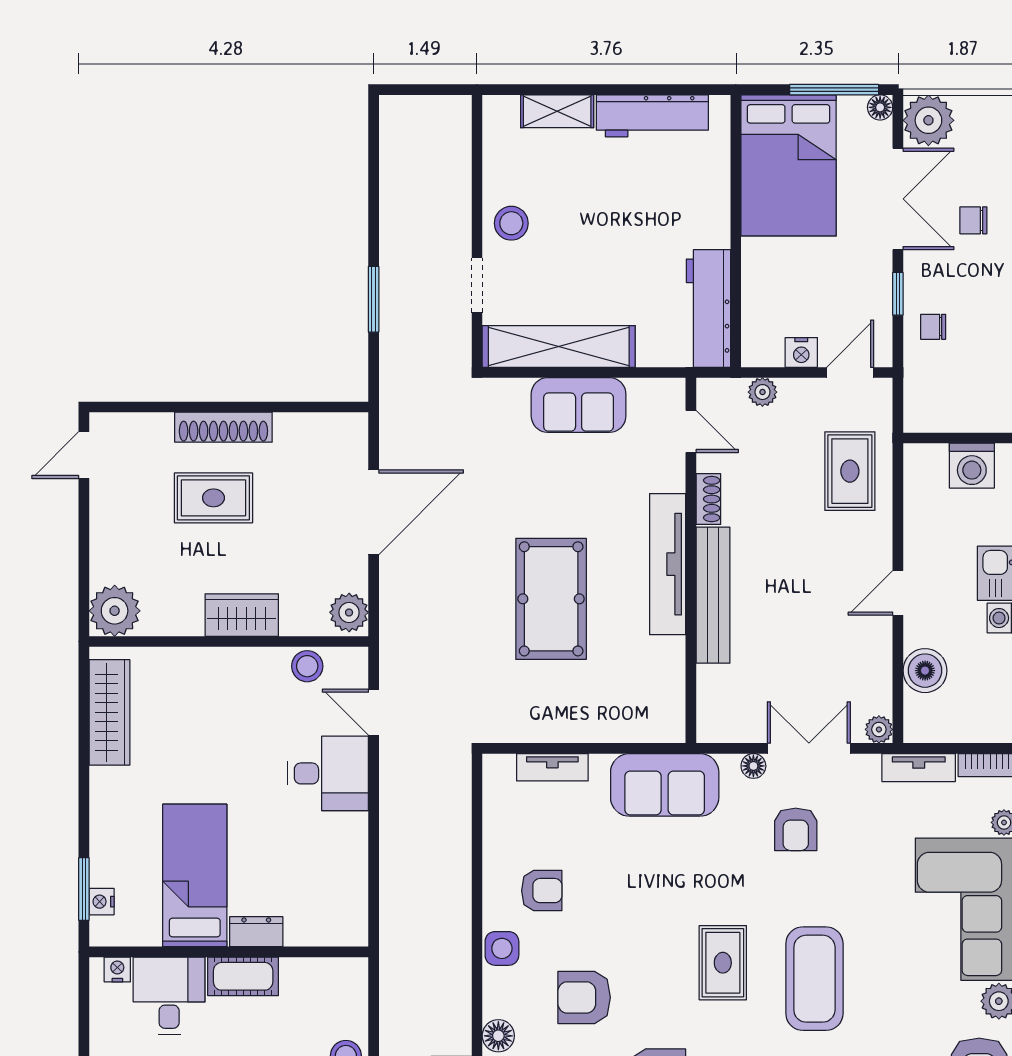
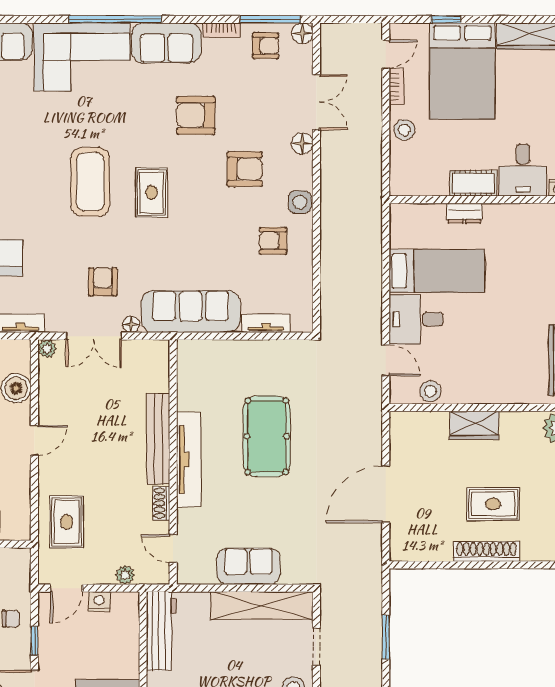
plant: (349, 612) -> (402, 427), removed
sofa: (665, 785) -> (191, 312), width x1.36
bed: (195, 875) -> (437, 271), moved, turned -90

